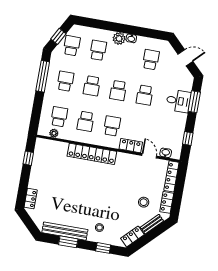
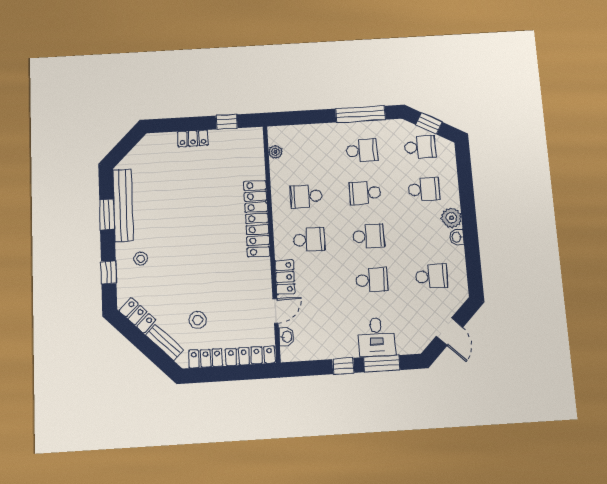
school desk: (118, 90) -> (368, 236), turned 180
school desk: (145, 95) -> (372, 280), turned 180
school desk: (59, 117) -> (303, 154), removed
window: (188, 139) -> (343, 366), moved
locker: (31, 199) -> (193, 138), moved

